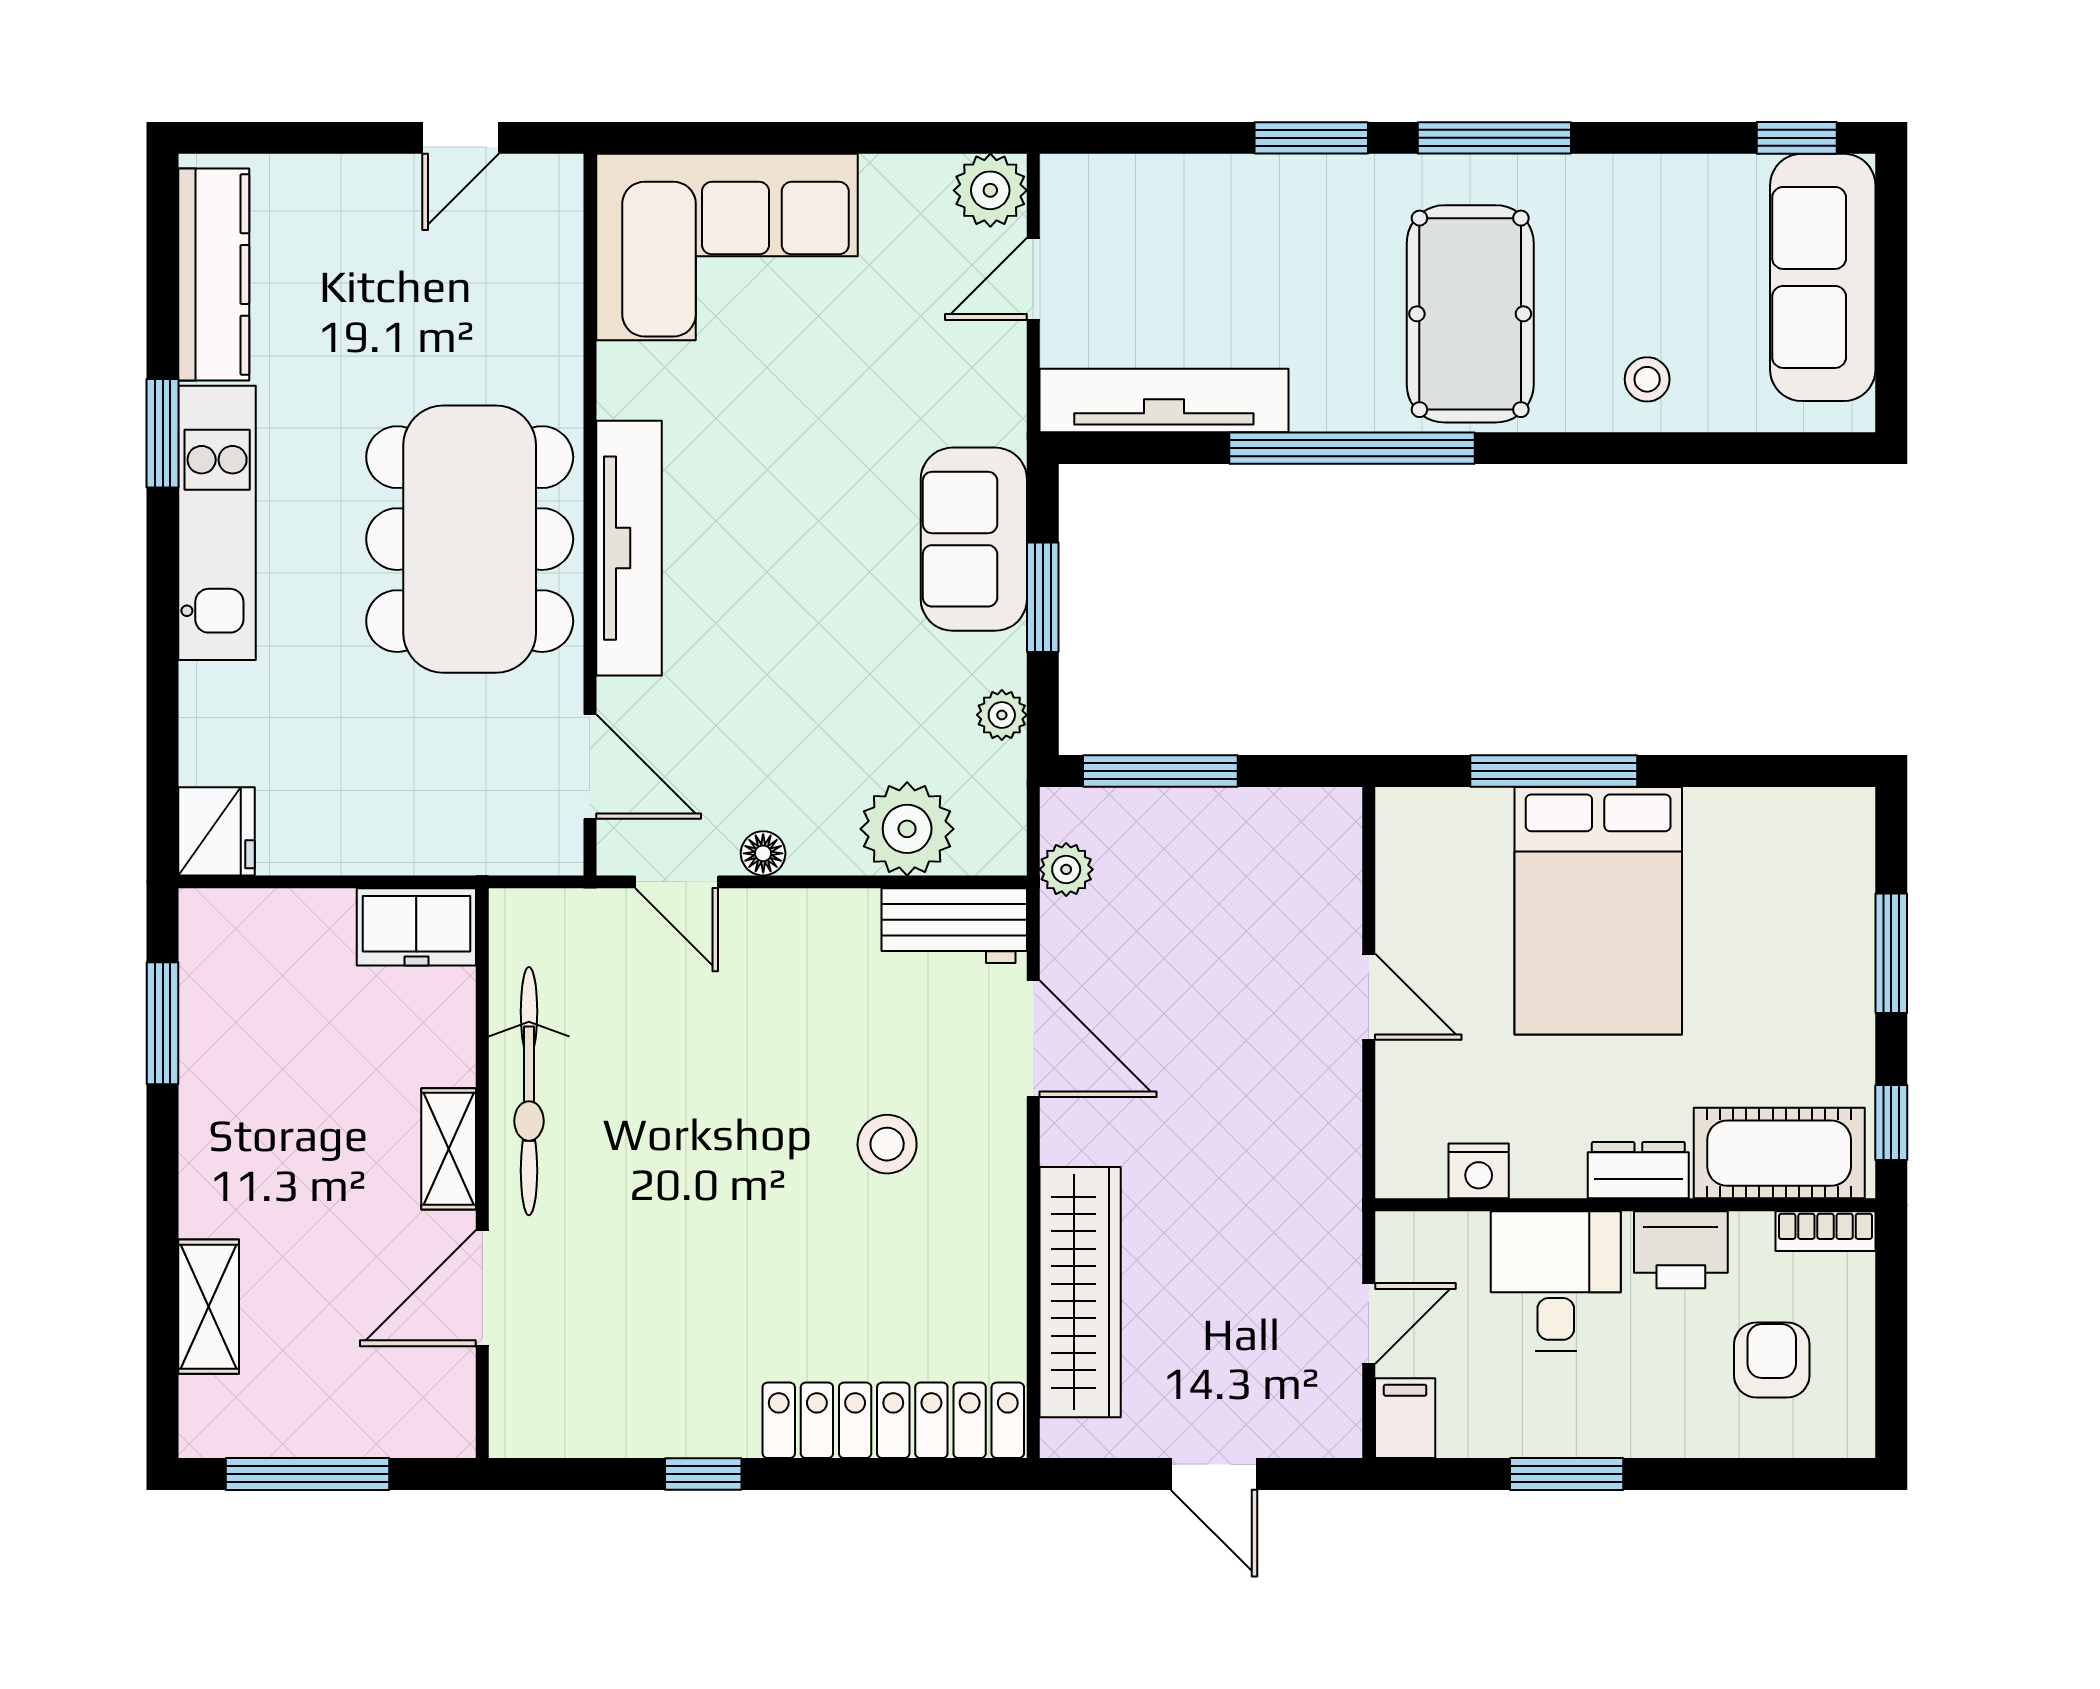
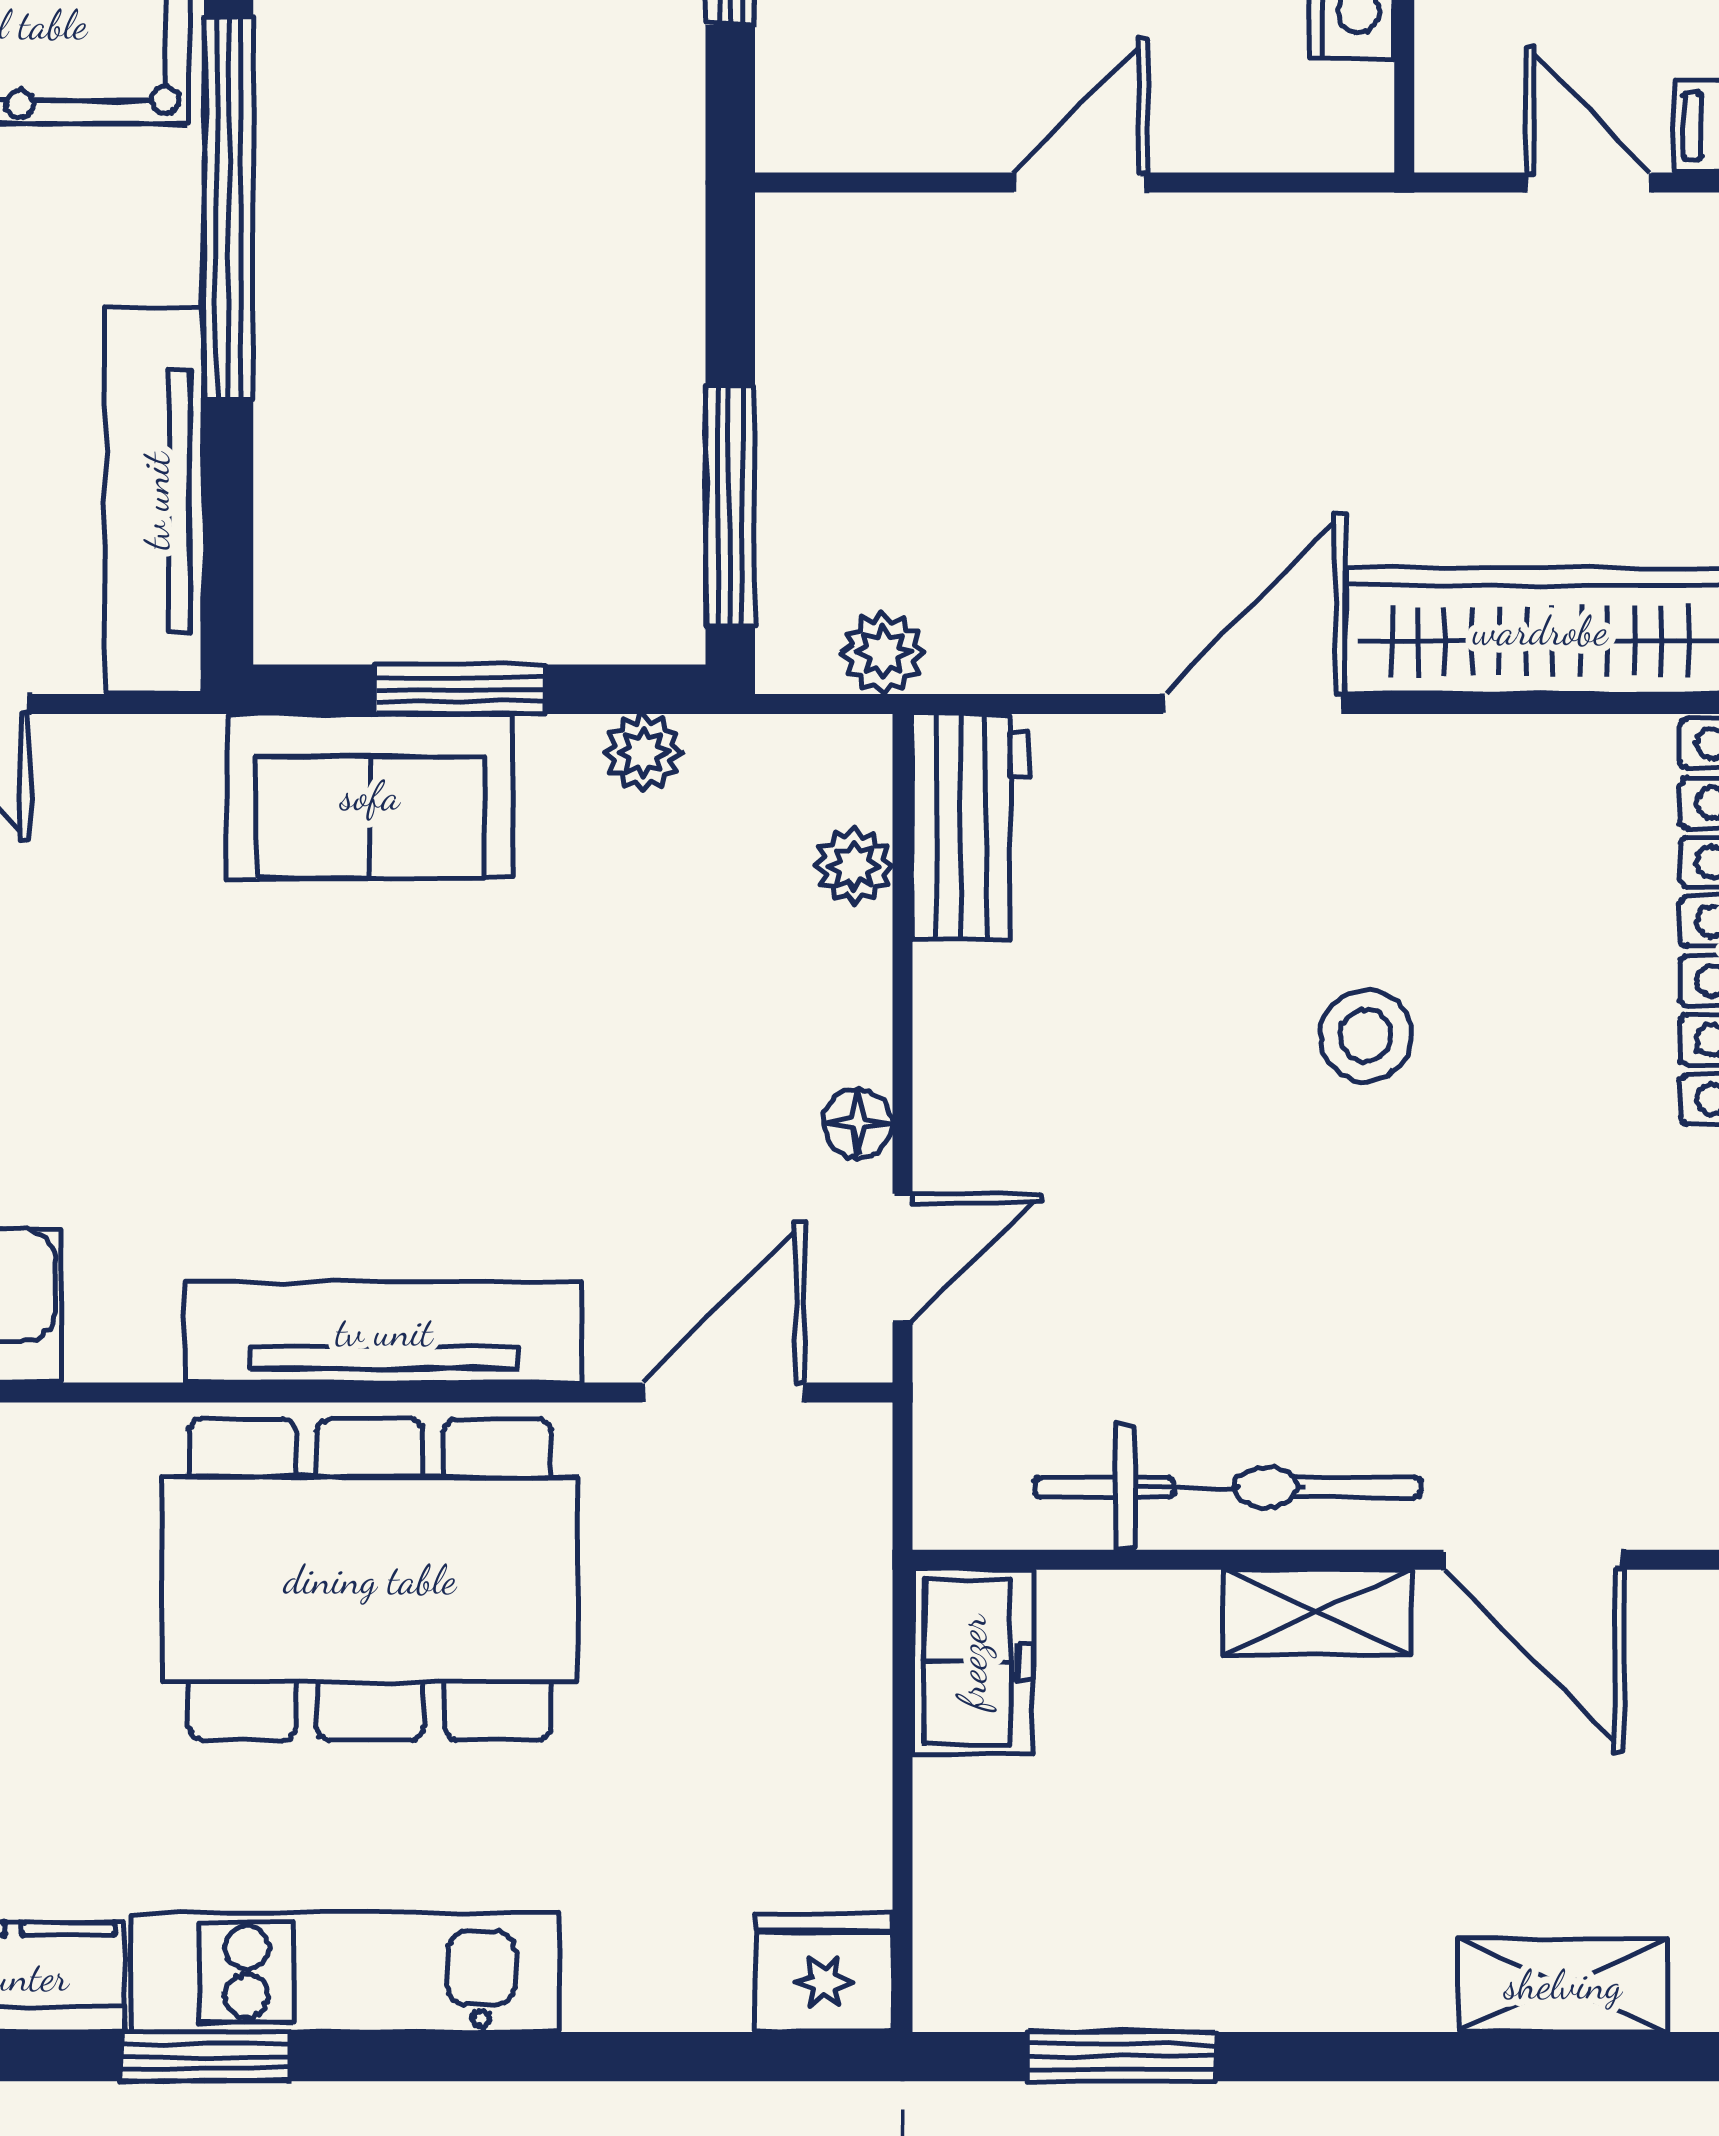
plant: (907, 829) -> (854, 866), width x0.53, depth x0.53
door: (1033, 1039) -> (1254, 704), moved
stool: (887, 1144) -> (1365, 1036), moved

